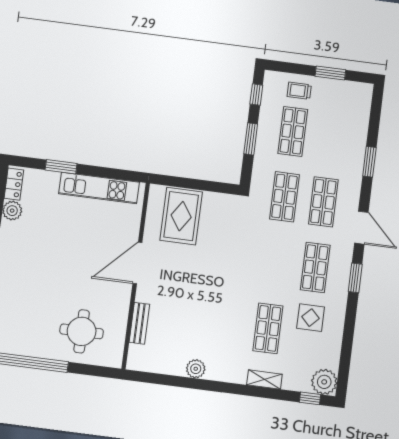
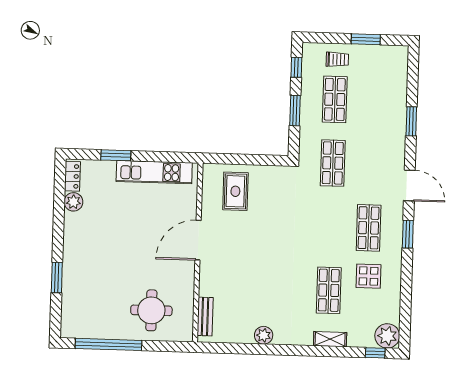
trolley: (299, 91) -> (337, 59), turned 180
shop shelf: (323, 202) -> (371, 164), removed
rug: (181, 216) -> (235, 191), width x0.73, depth x0.70
bench: (139, 323) -> (205, 317), moved

